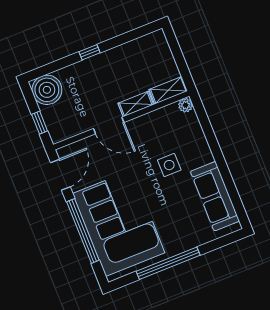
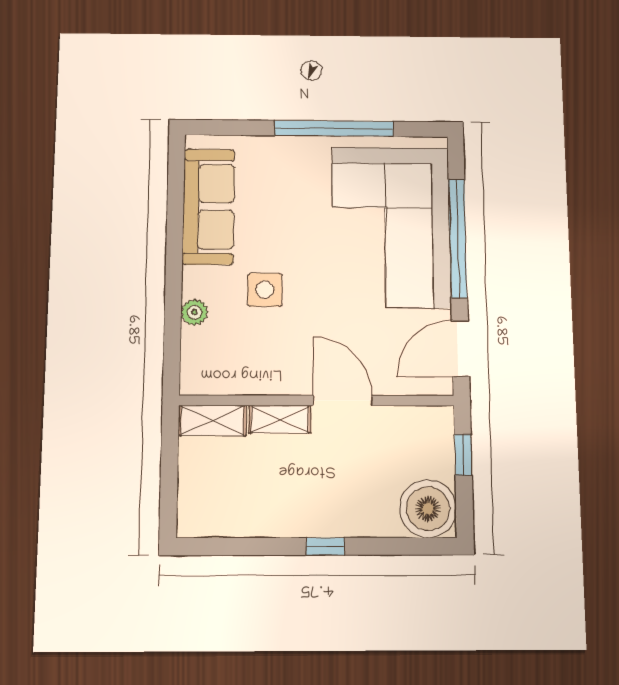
plant: (186, 105) -> (194, 312), moved

